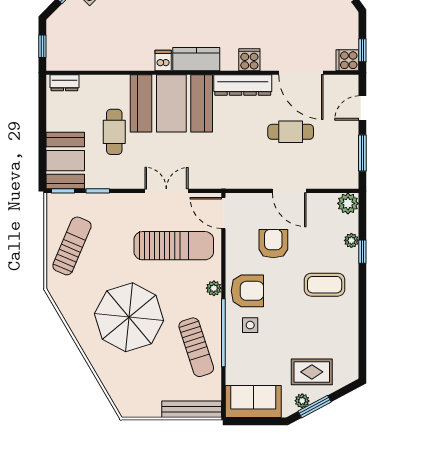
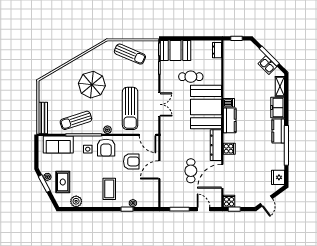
plant: (348, 203) -> (76, 201), moved
door: (223, 213) -> (148, 135), swing flipped
parasol: (129, 317) -> (92, 85), width x0.73, depth x0.73
sofa: (253, 401) -> (58, 144), moved, turned 90

